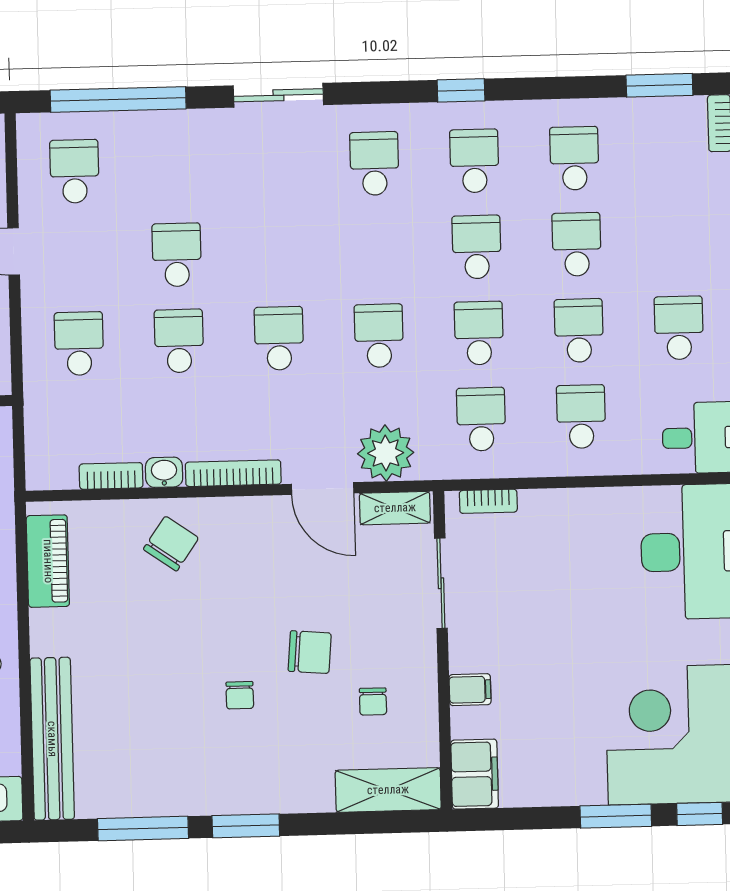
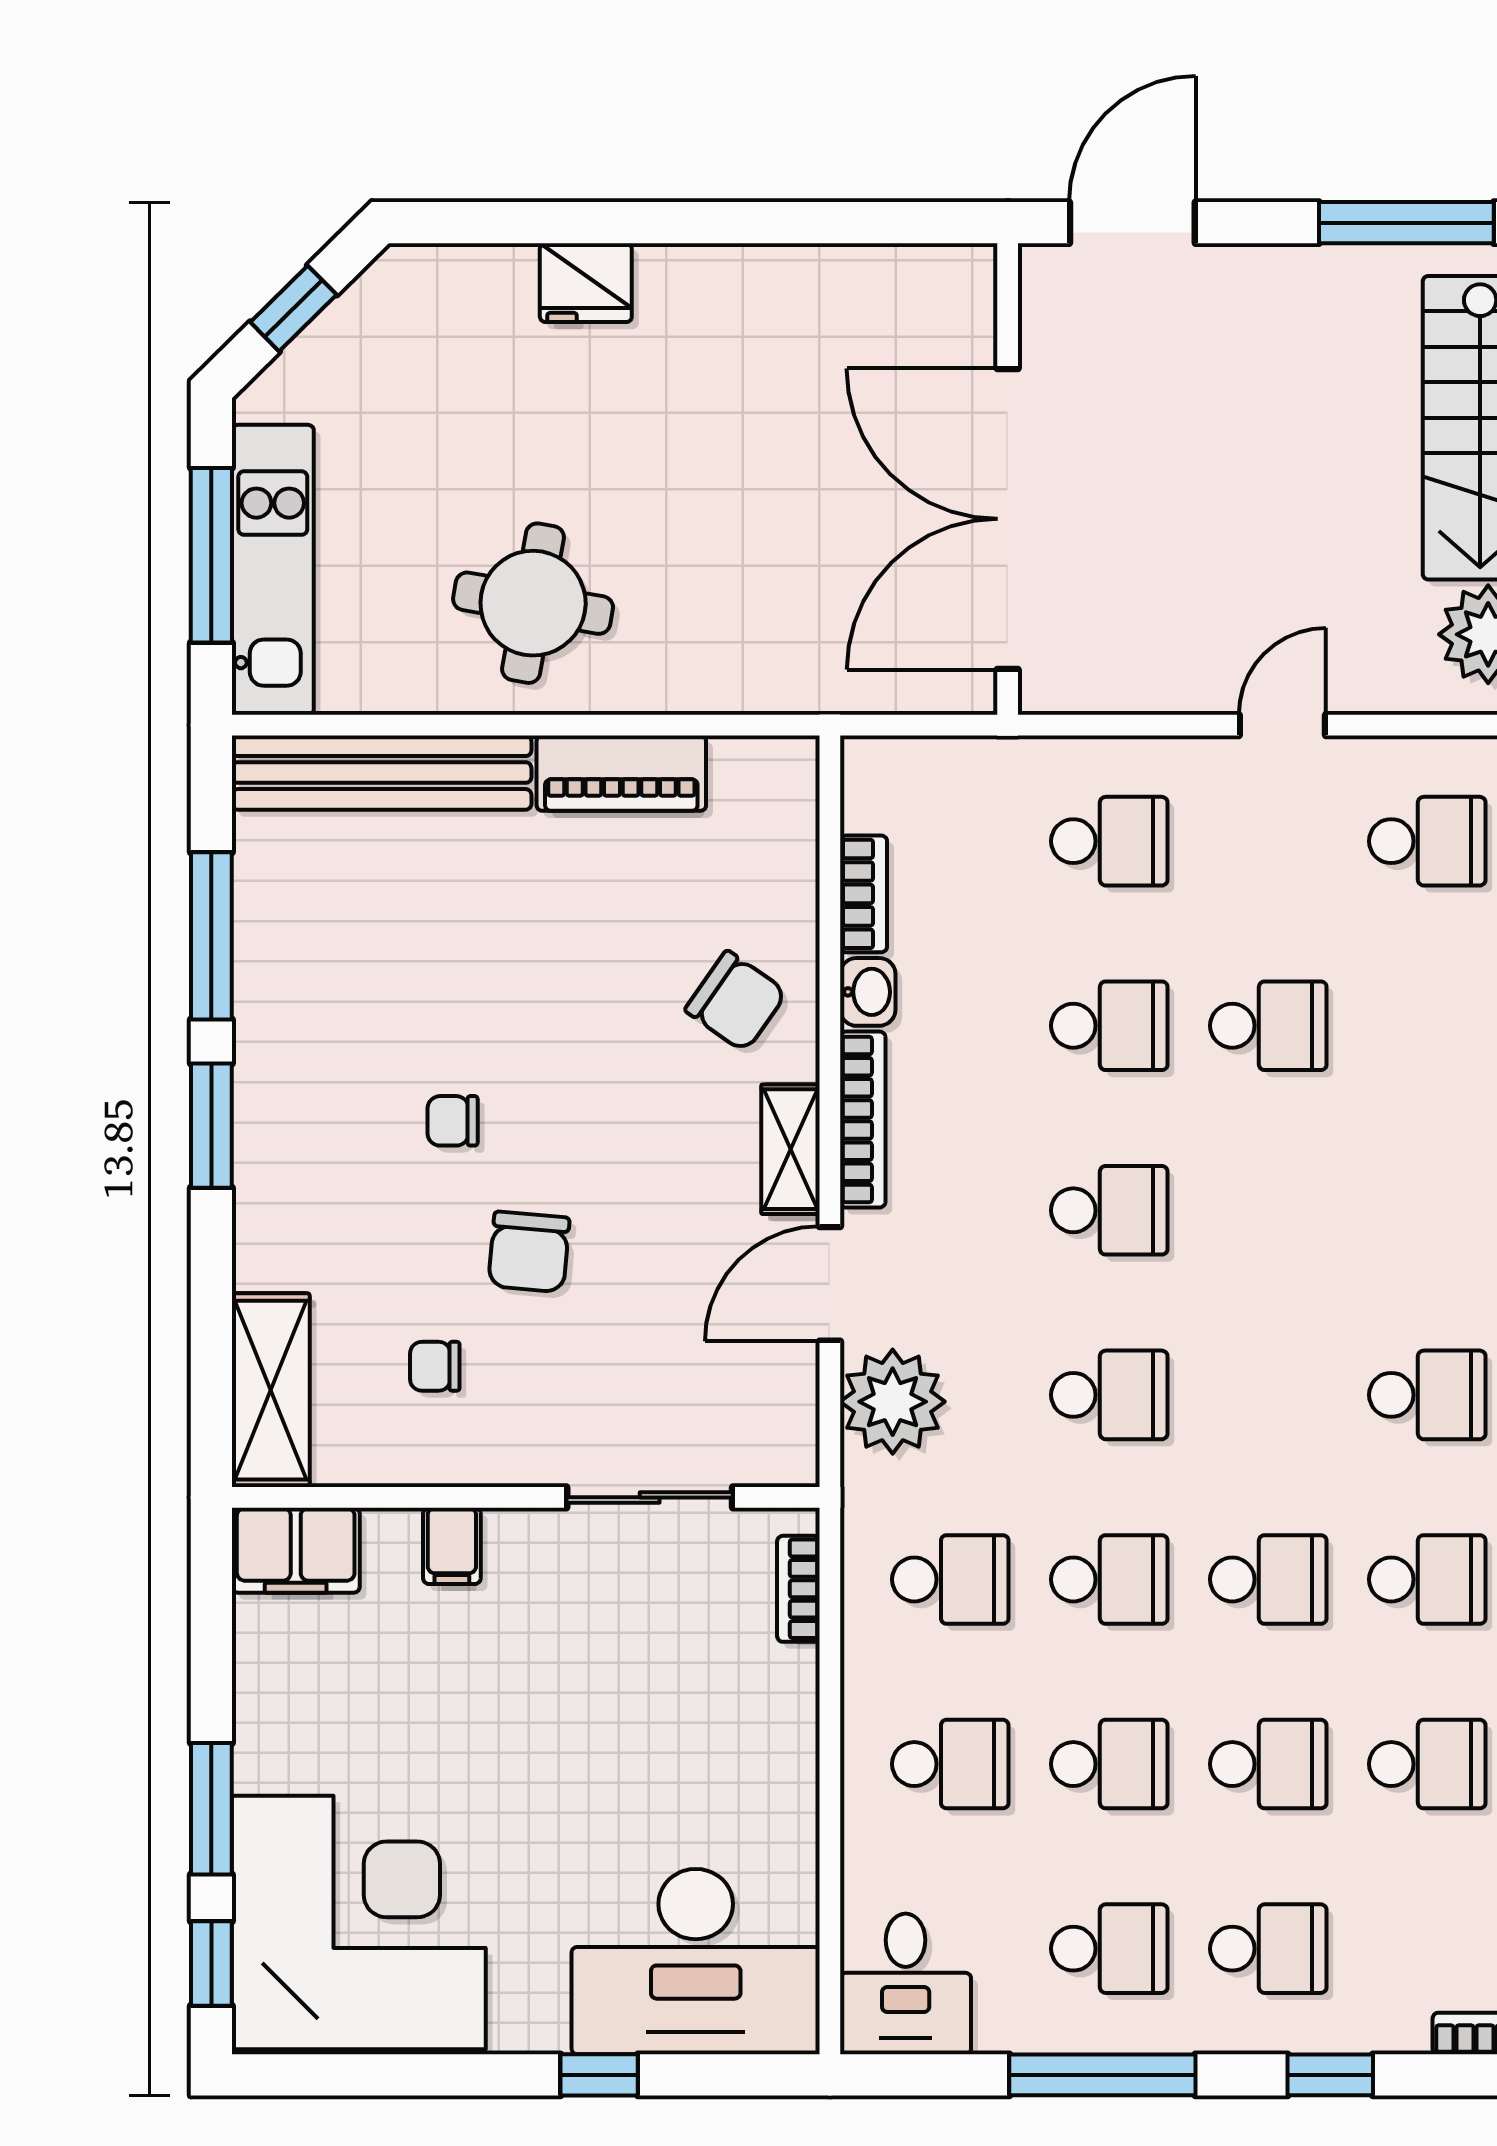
school desk: (677, 242) -> (1268, 1949), added
shelving: (395, 508) -> (790, 1149), moved
piano: (48, 561) -> (621, 773), moved

